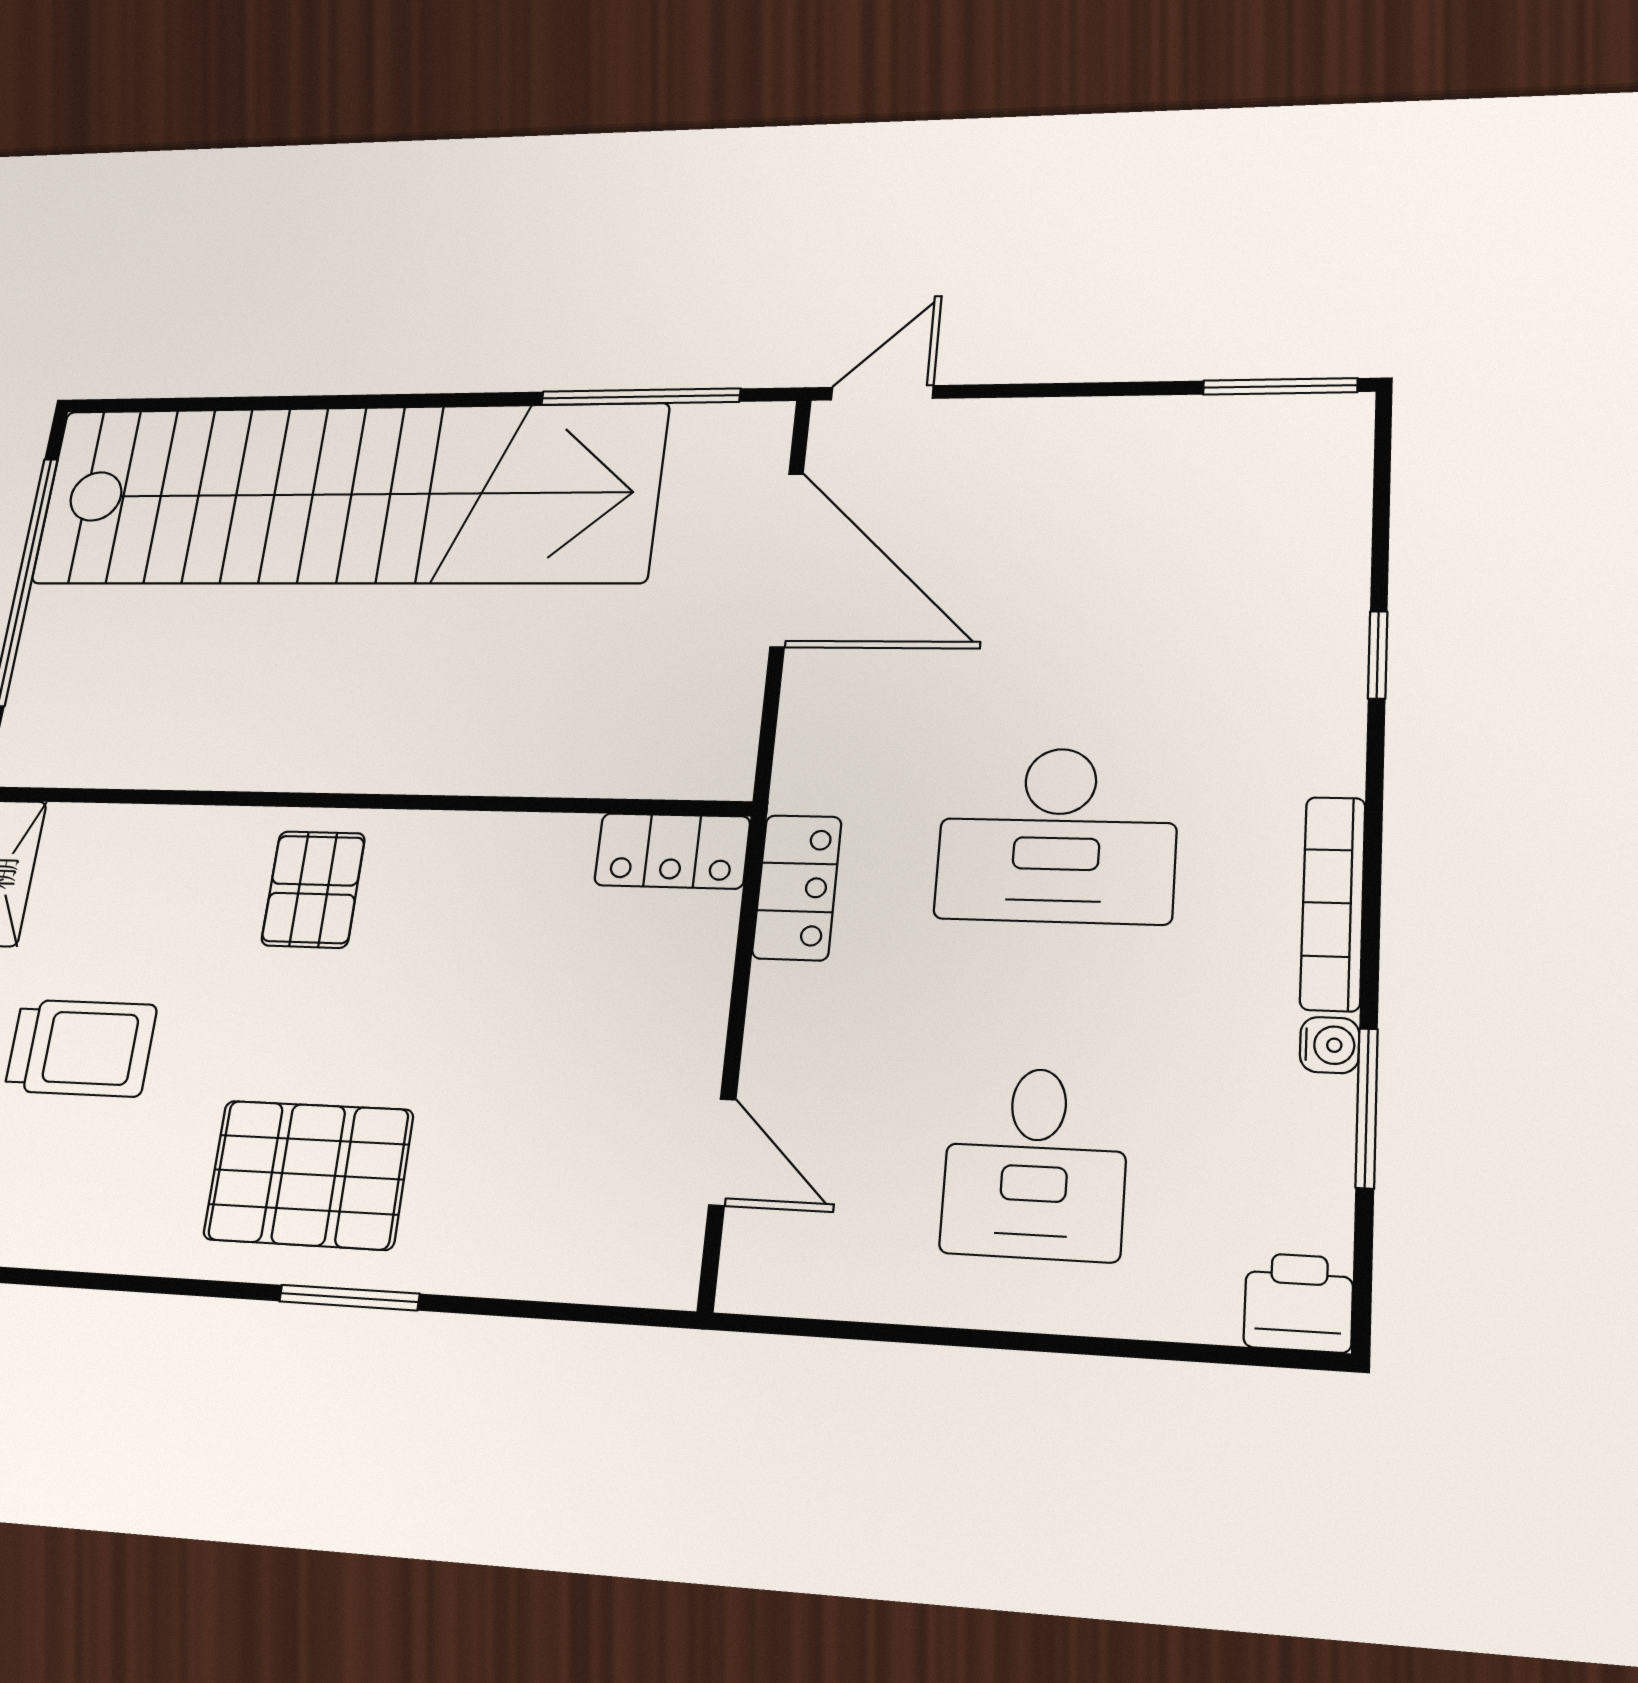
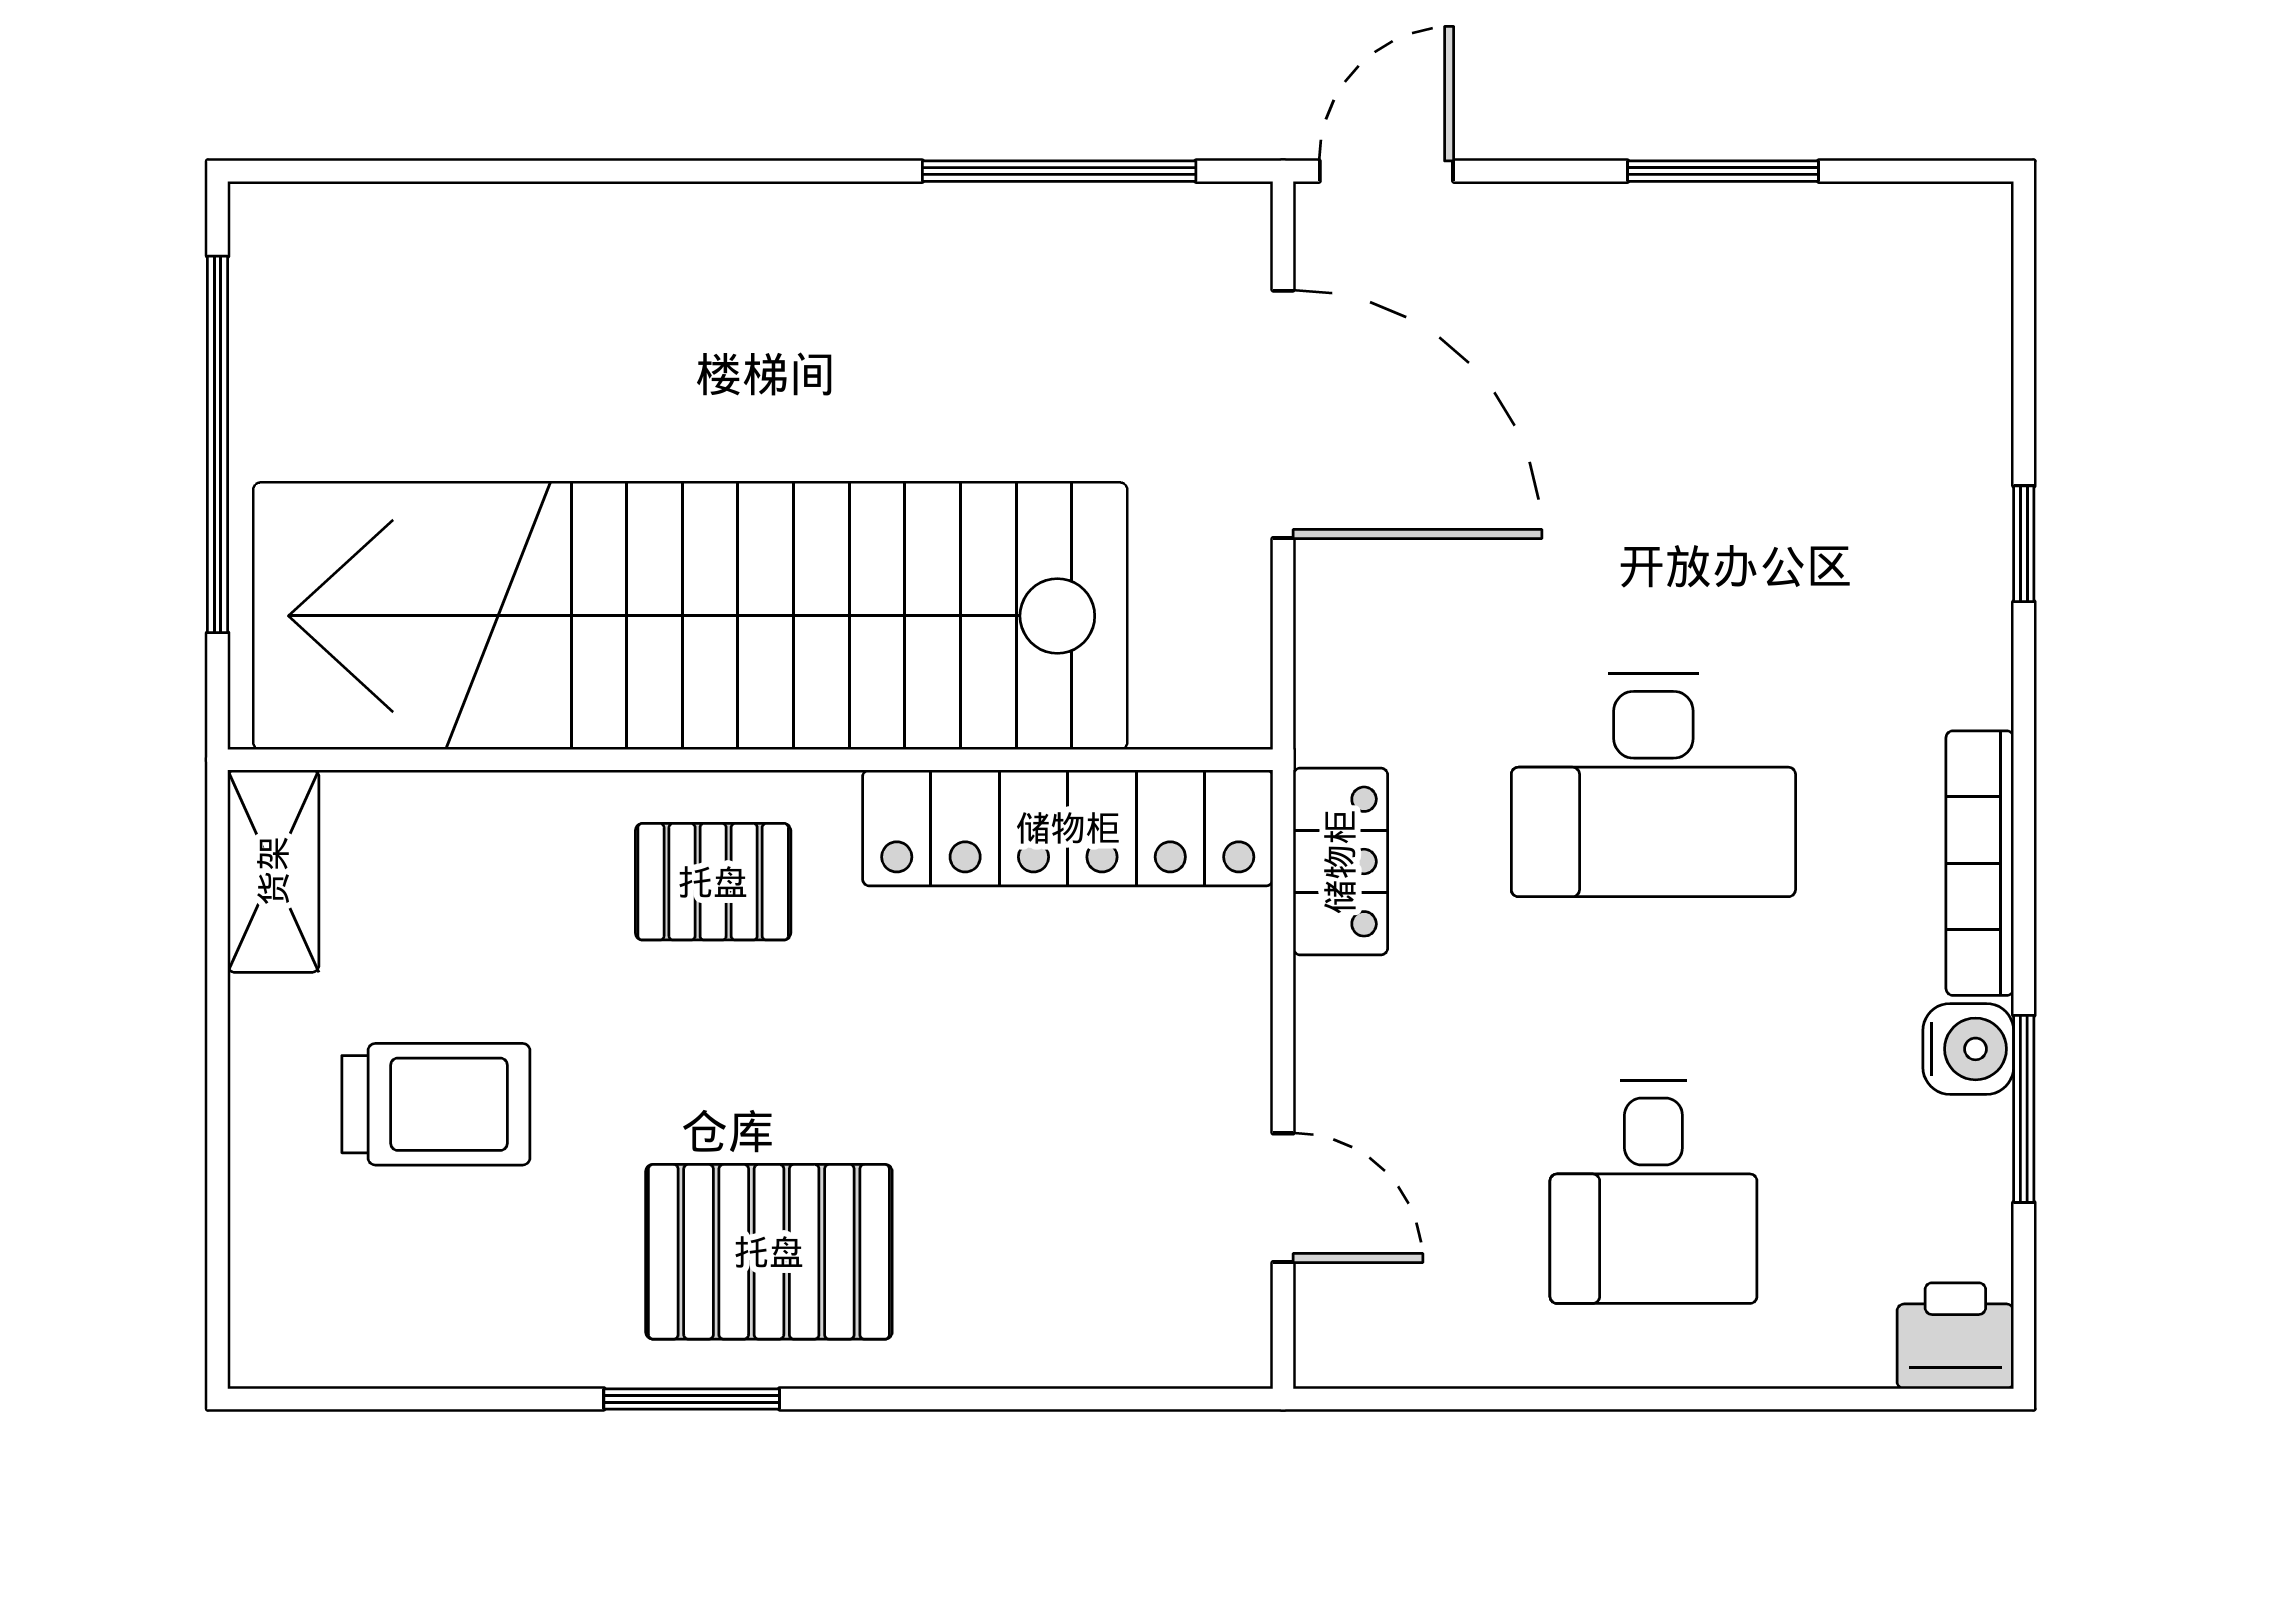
window: (1280, 386) -> (1723, 171), moved
stairs: (346, 494) -> (690, 616), moved, turned 180
locker: (672, 851) -> (1068, 828), width x2.16, depth x1.21
pallet: (313, 889) -> (713, 882), turned 90
water cooler: (1330, 1045) -> (1968, 1049), width x1.38, depth x1.38
window: (349, 1298) -> (692, 1399), moved

